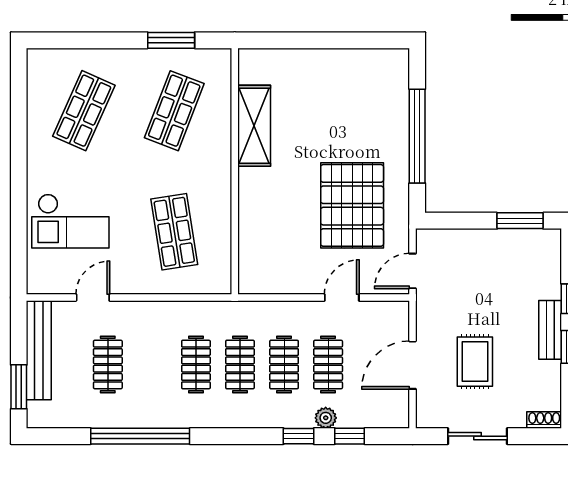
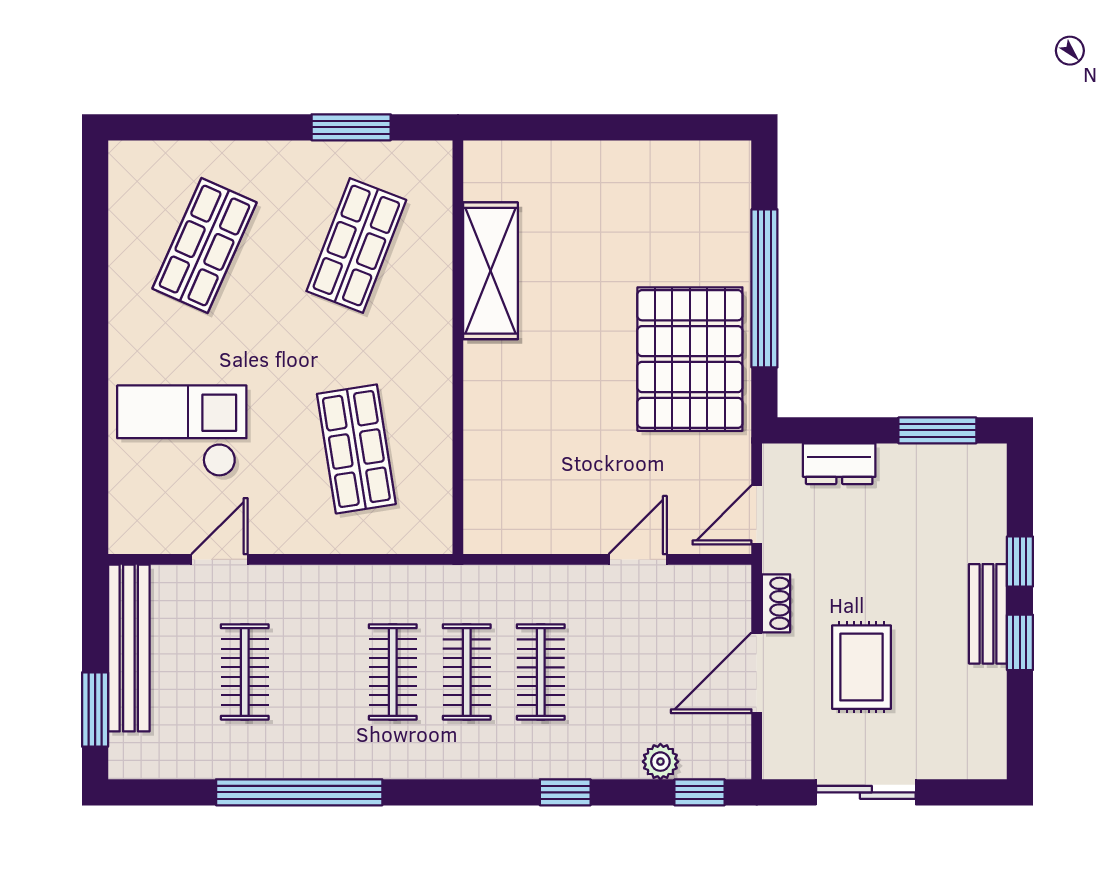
pallet: (352, 205) -> (690, 359), moved
checkout: (70, 221) -> (182, 431), turned 180
dresser: (462, 241) -> (839, 464), added
clothes rail: (328, 364) -> (615, 672), removed
plant: (326, 418) -> (660, 762), moved
shoe rack: (544, 420) -> (776, 603), moved, turned 90
window: (350, 436) -> (699, 792), moved

